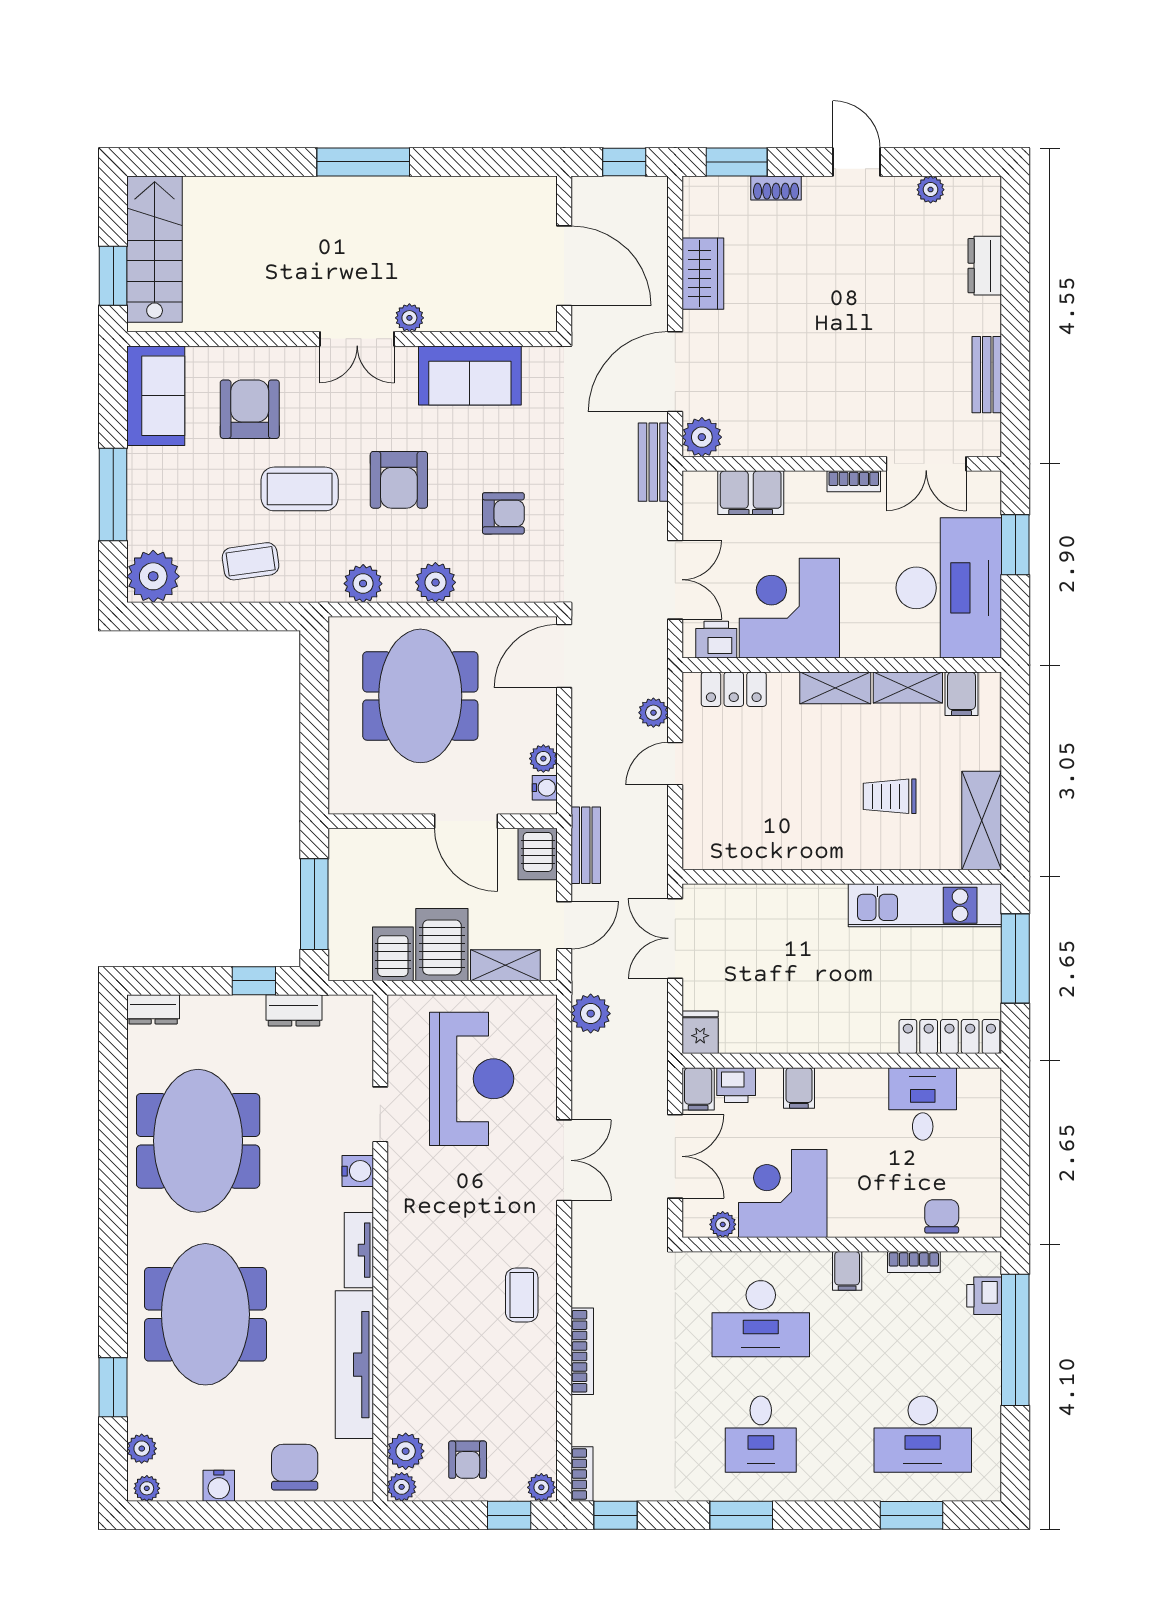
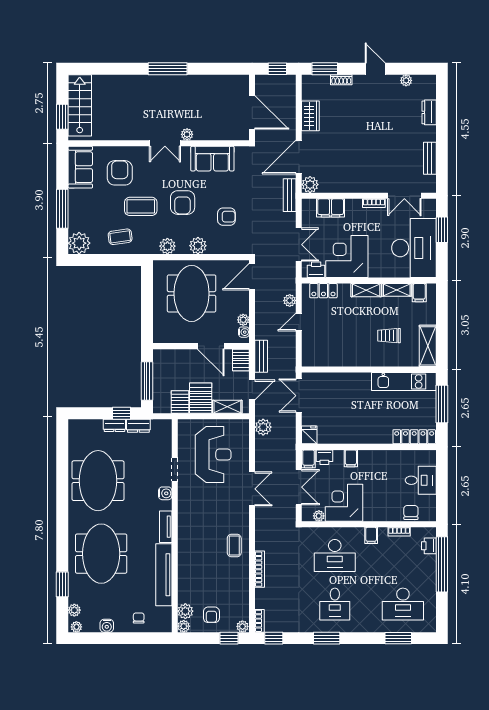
dresser: (153, 1009) -> (114, 425), moved
desk: (923, 1104) -> (421, 480), moved, turned 90
chair: (295, 1467) -> (139, 618), width x0.54, depth x0.54

